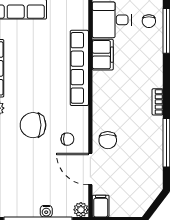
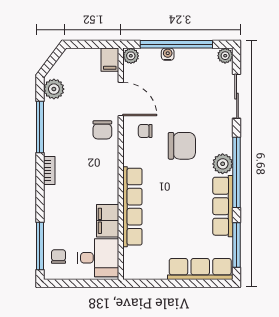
chair: (108, 140) -> (102, 130), turned 180
plant: (153, 178) -> (54, 89), added

